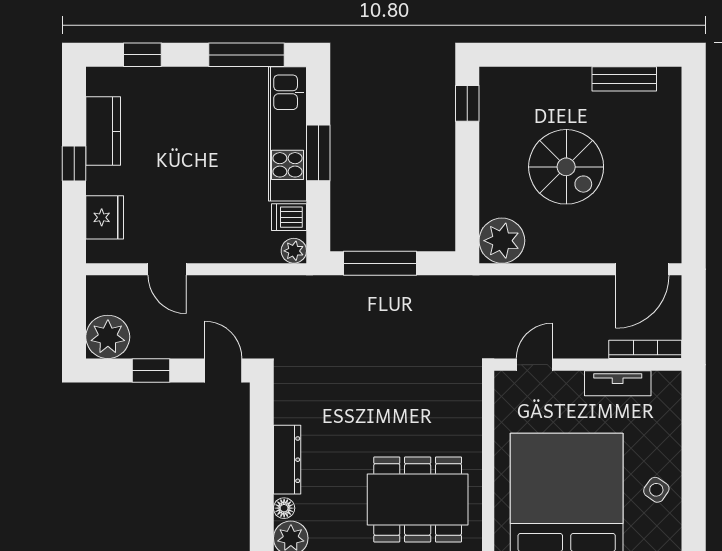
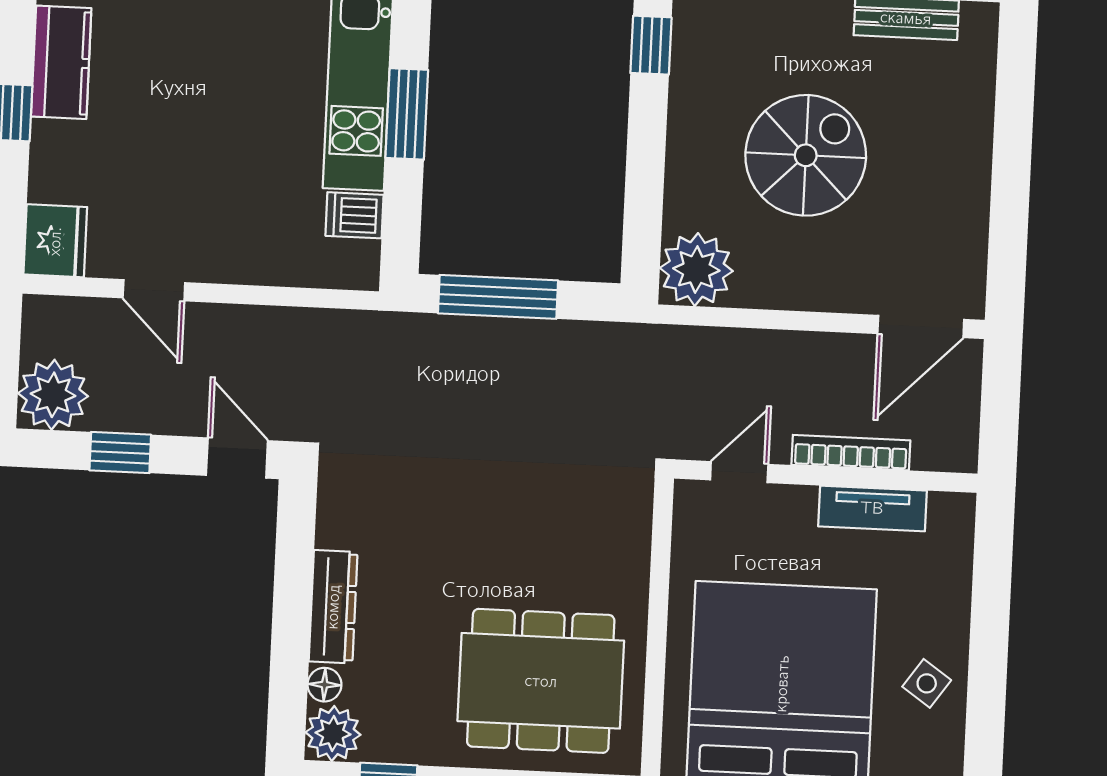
spiral stairs: (566, 167) -> (806, 155), turned -90
fridge: (105, 217) -> (55, 241), moved
plant: (294, 251) -> (360, 270), removed
bookcase: (645, 349) -> (851, 453), moved

